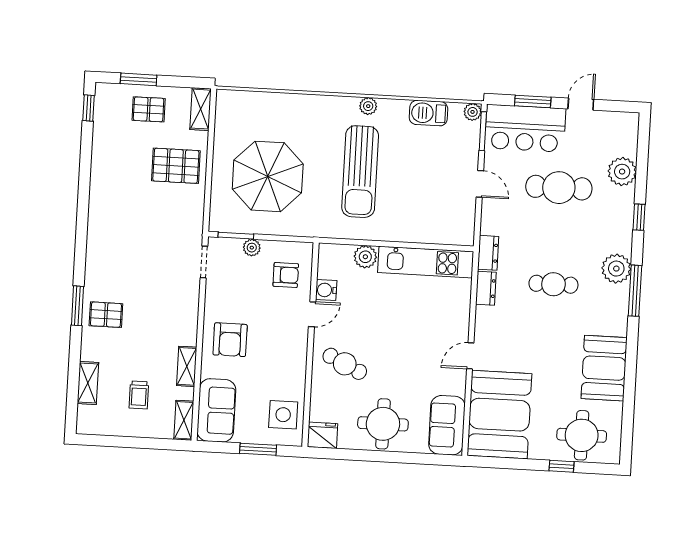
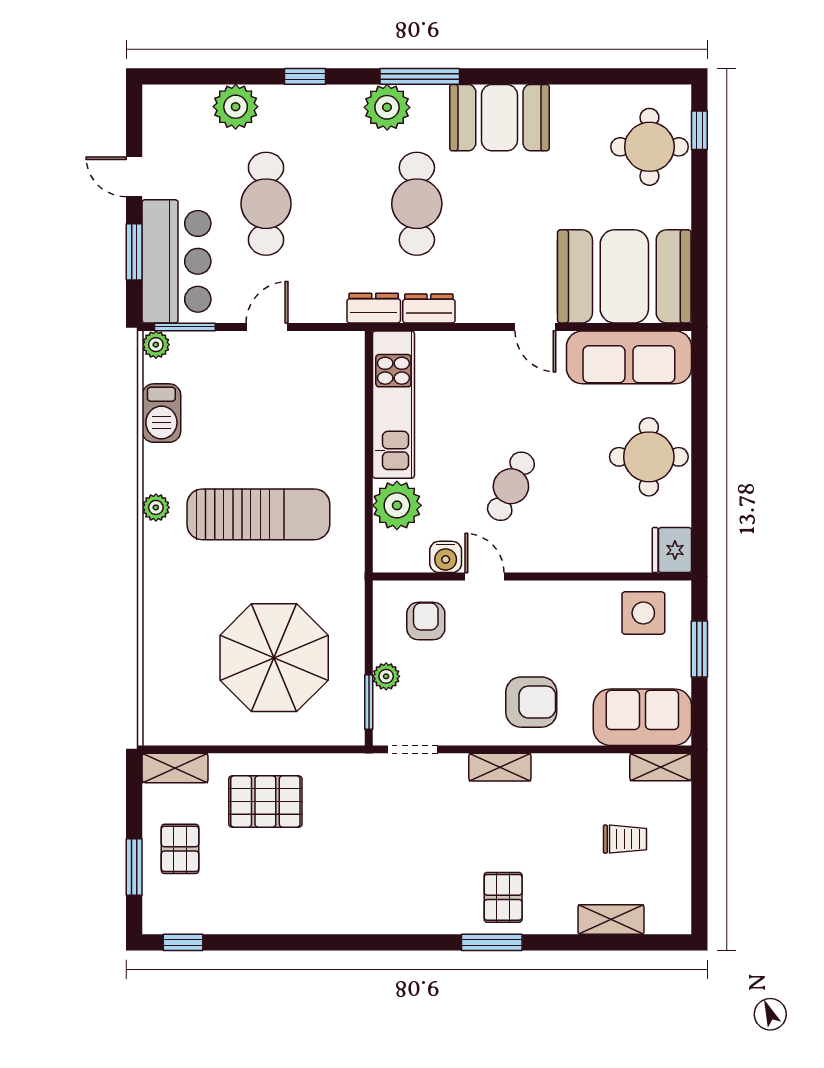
pallet: (176, 166) -> (265, 802), turned 90
plant: (365, 257) -> (397, 505), width x1.36, depth x1.36
cafe table: (553, 284) -> (417, 204), width x1.37, depth x1.35
cafe table: (345, 364) -> (511, 486), moved
shelving: (187, 366) -> (500, 767), moved
booth: (604, 368) -> (499, 118), moved
sofa: (447, 425) -> (629, 357), width x1.36
window: (562, 466) -> (699, 130), moved

